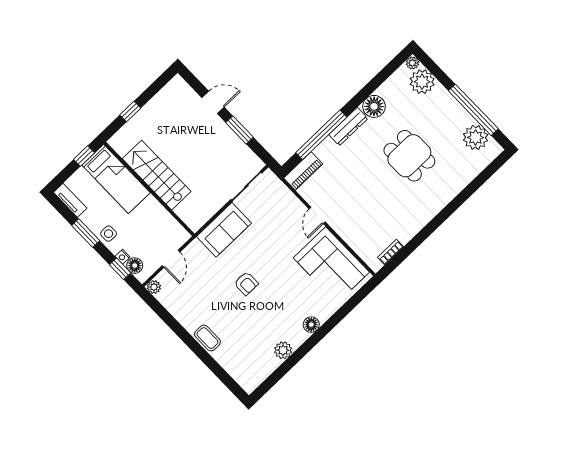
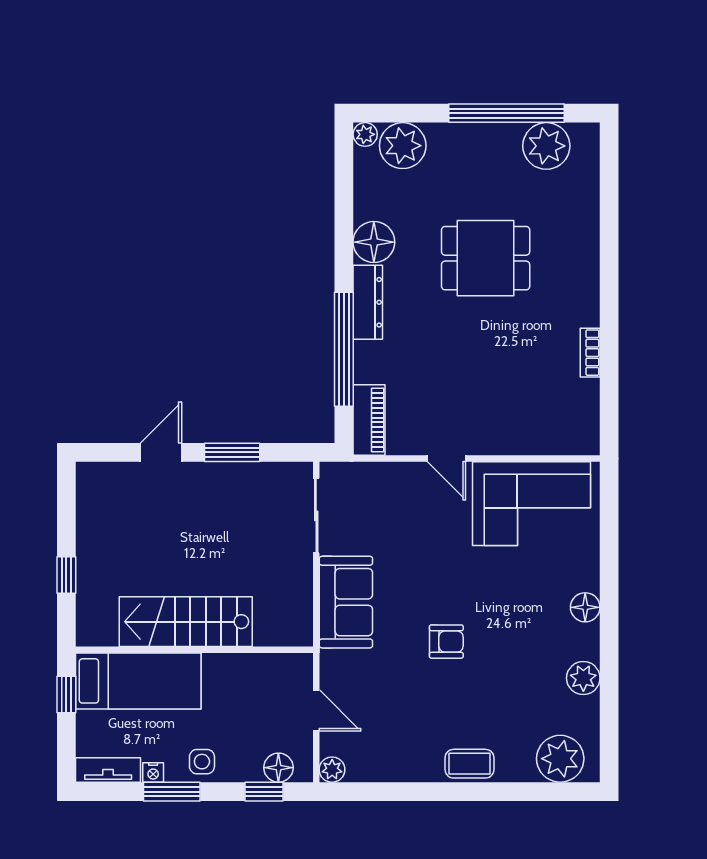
bookcase: (390, 252) -> (590, 353), moved
nightstand: (123, 257) -> (153, 772), moved
plant: (243, 371) -> (560, 759), added

